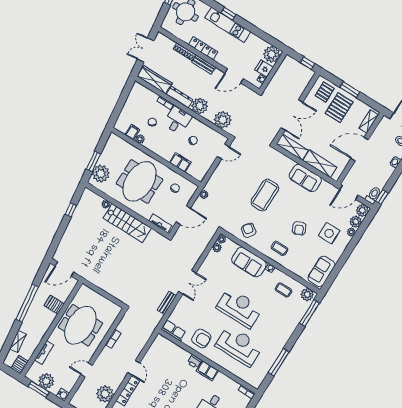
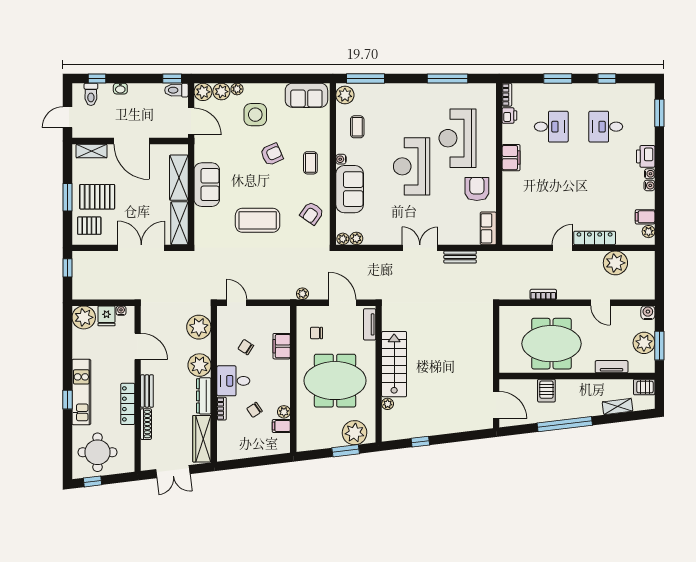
printer: (194, 361) -> (509, 116), moved

